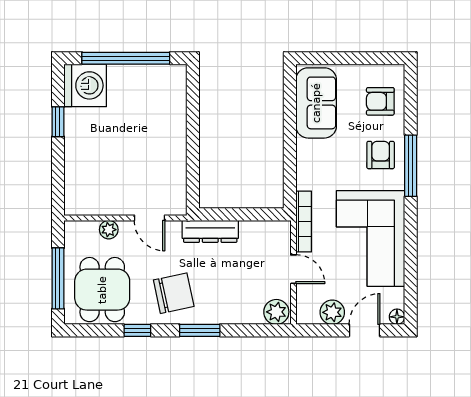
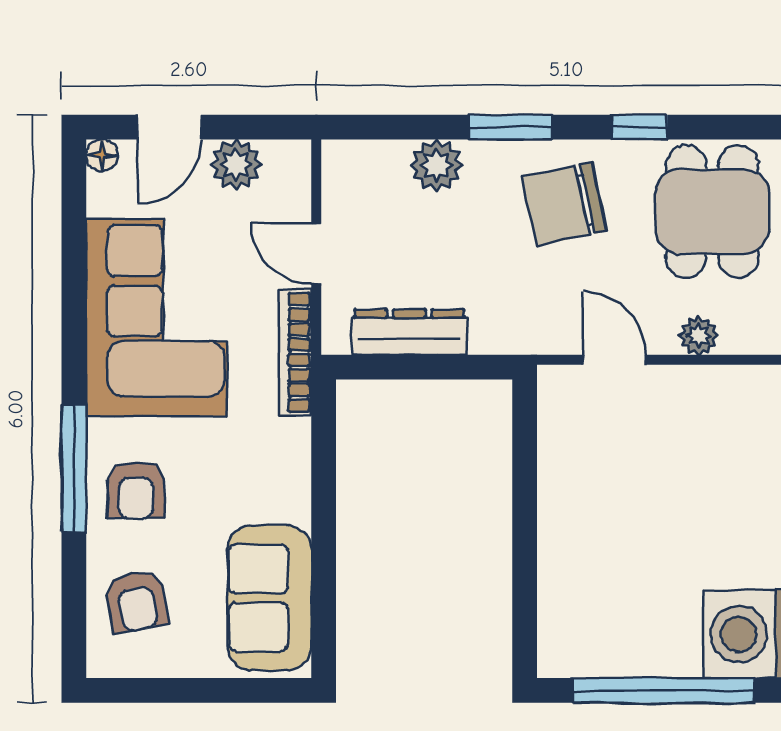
armchair: (380, 101) -> (137, 601), turned 80
dresser: (210, 231) -> (409, 332), moved
plant: (276, 312) -> (437, 165), moved

